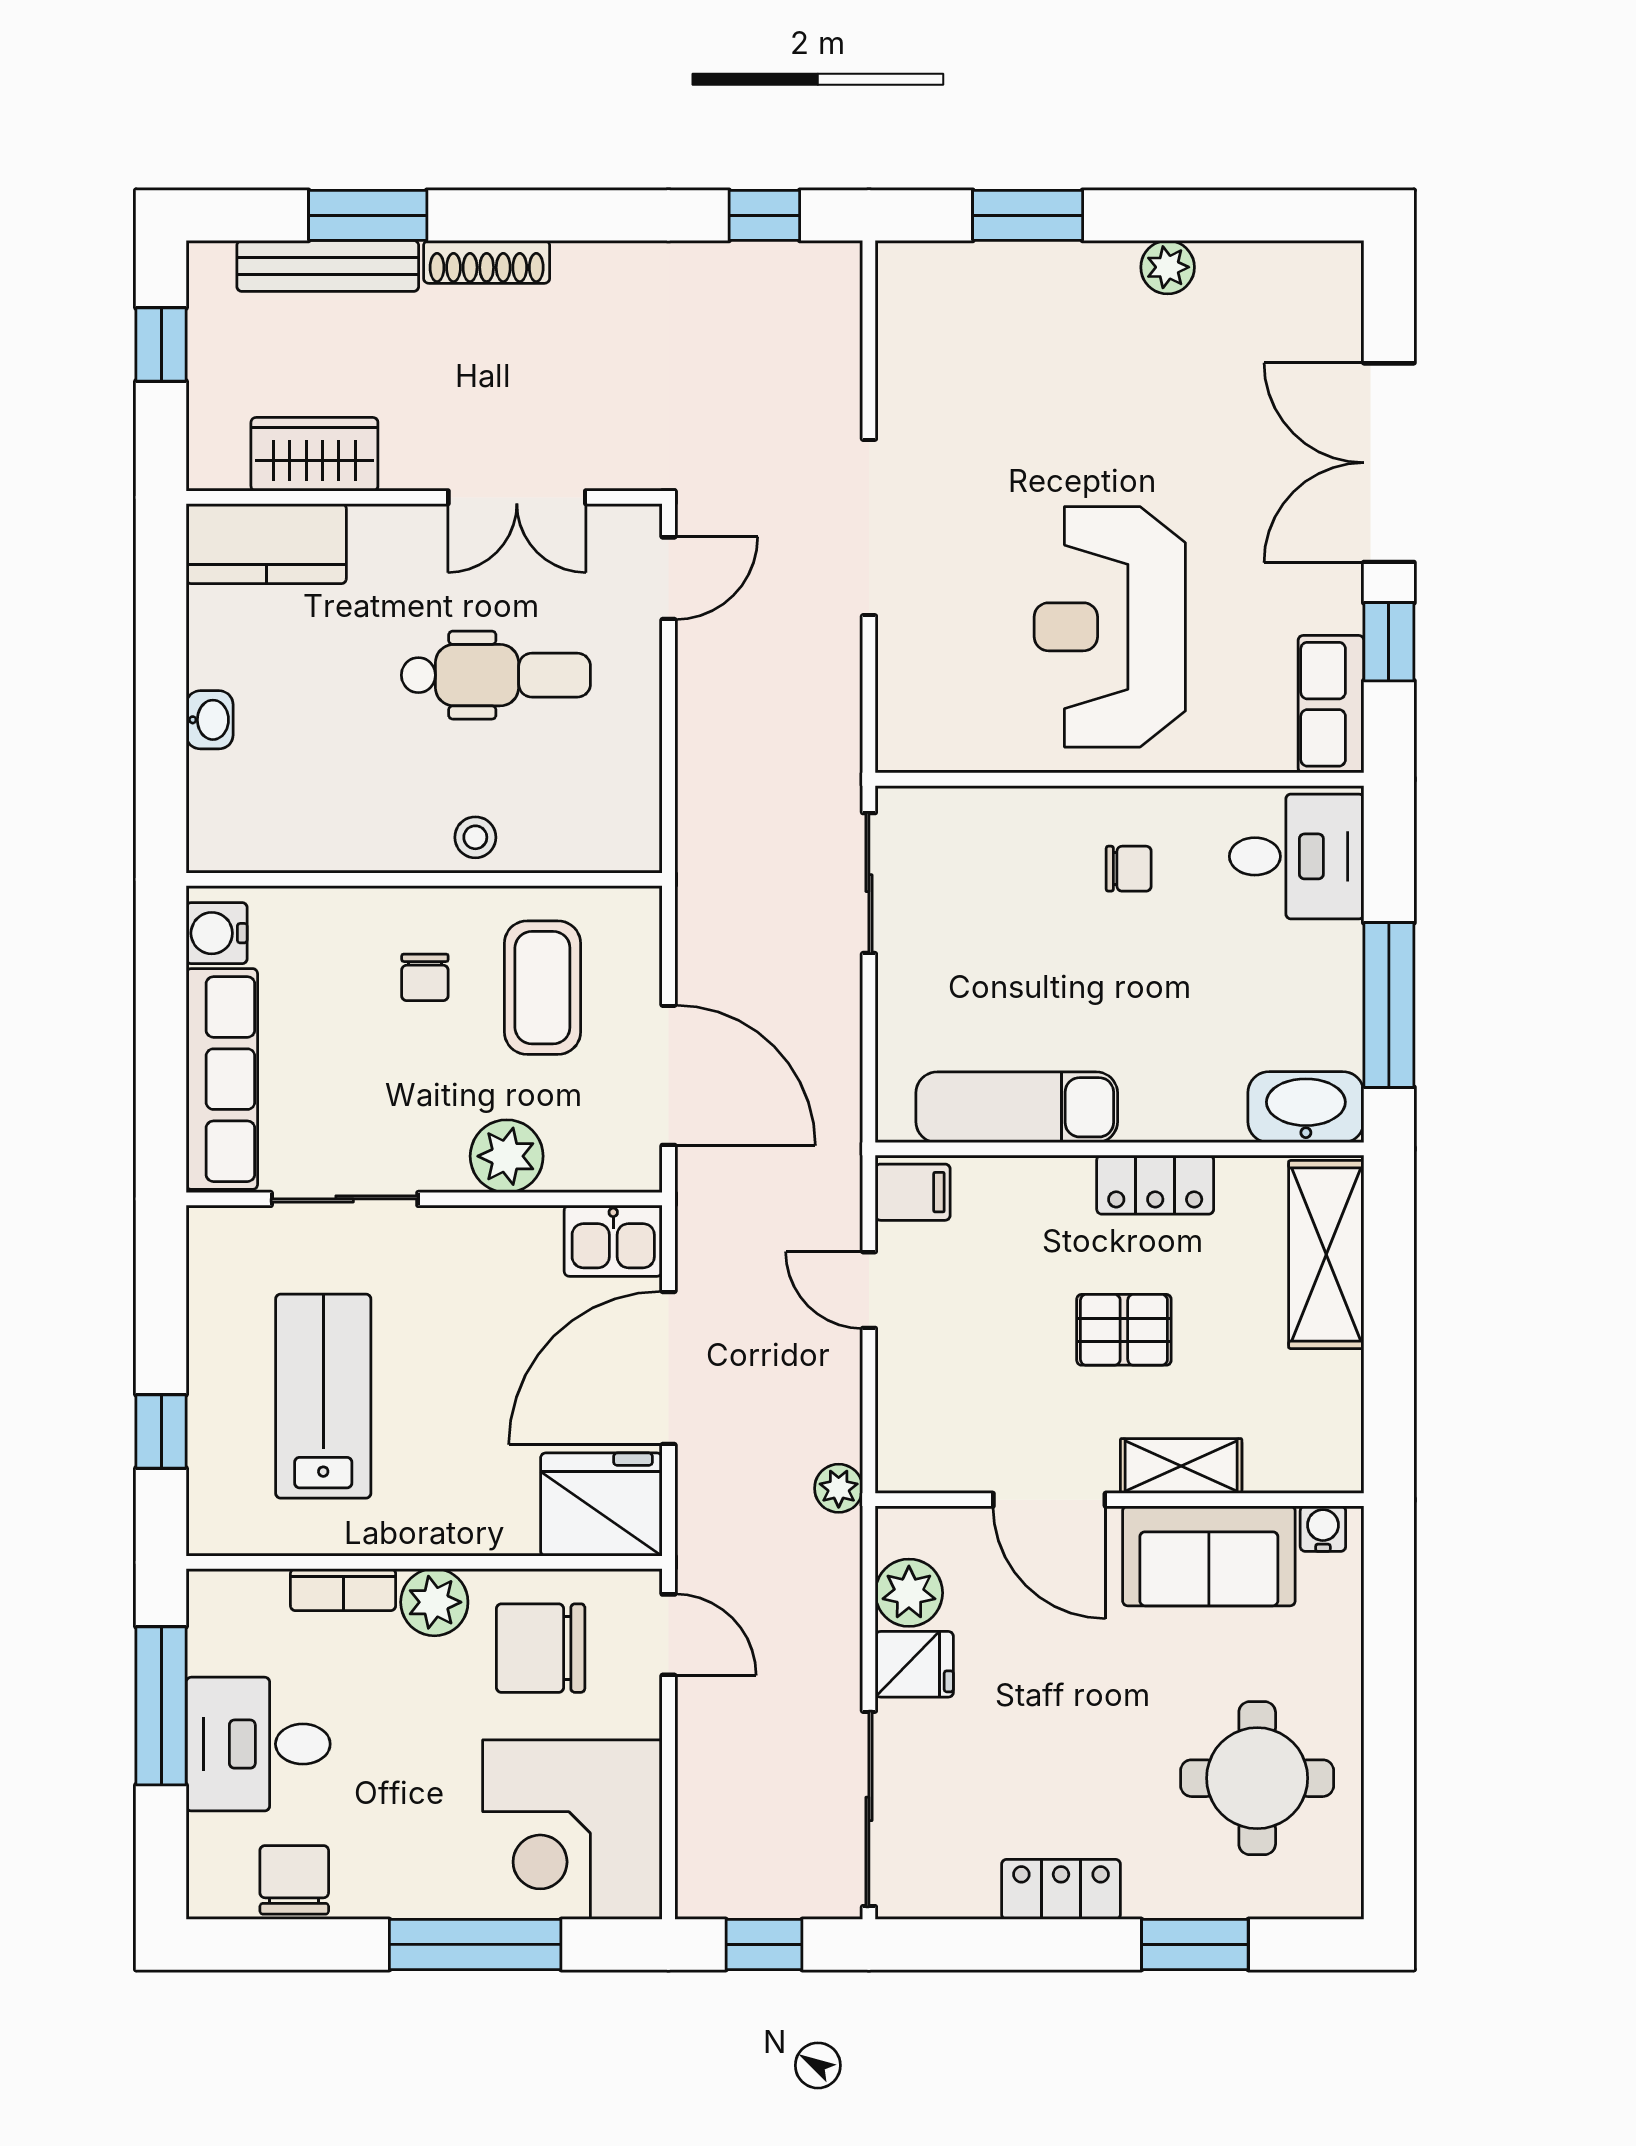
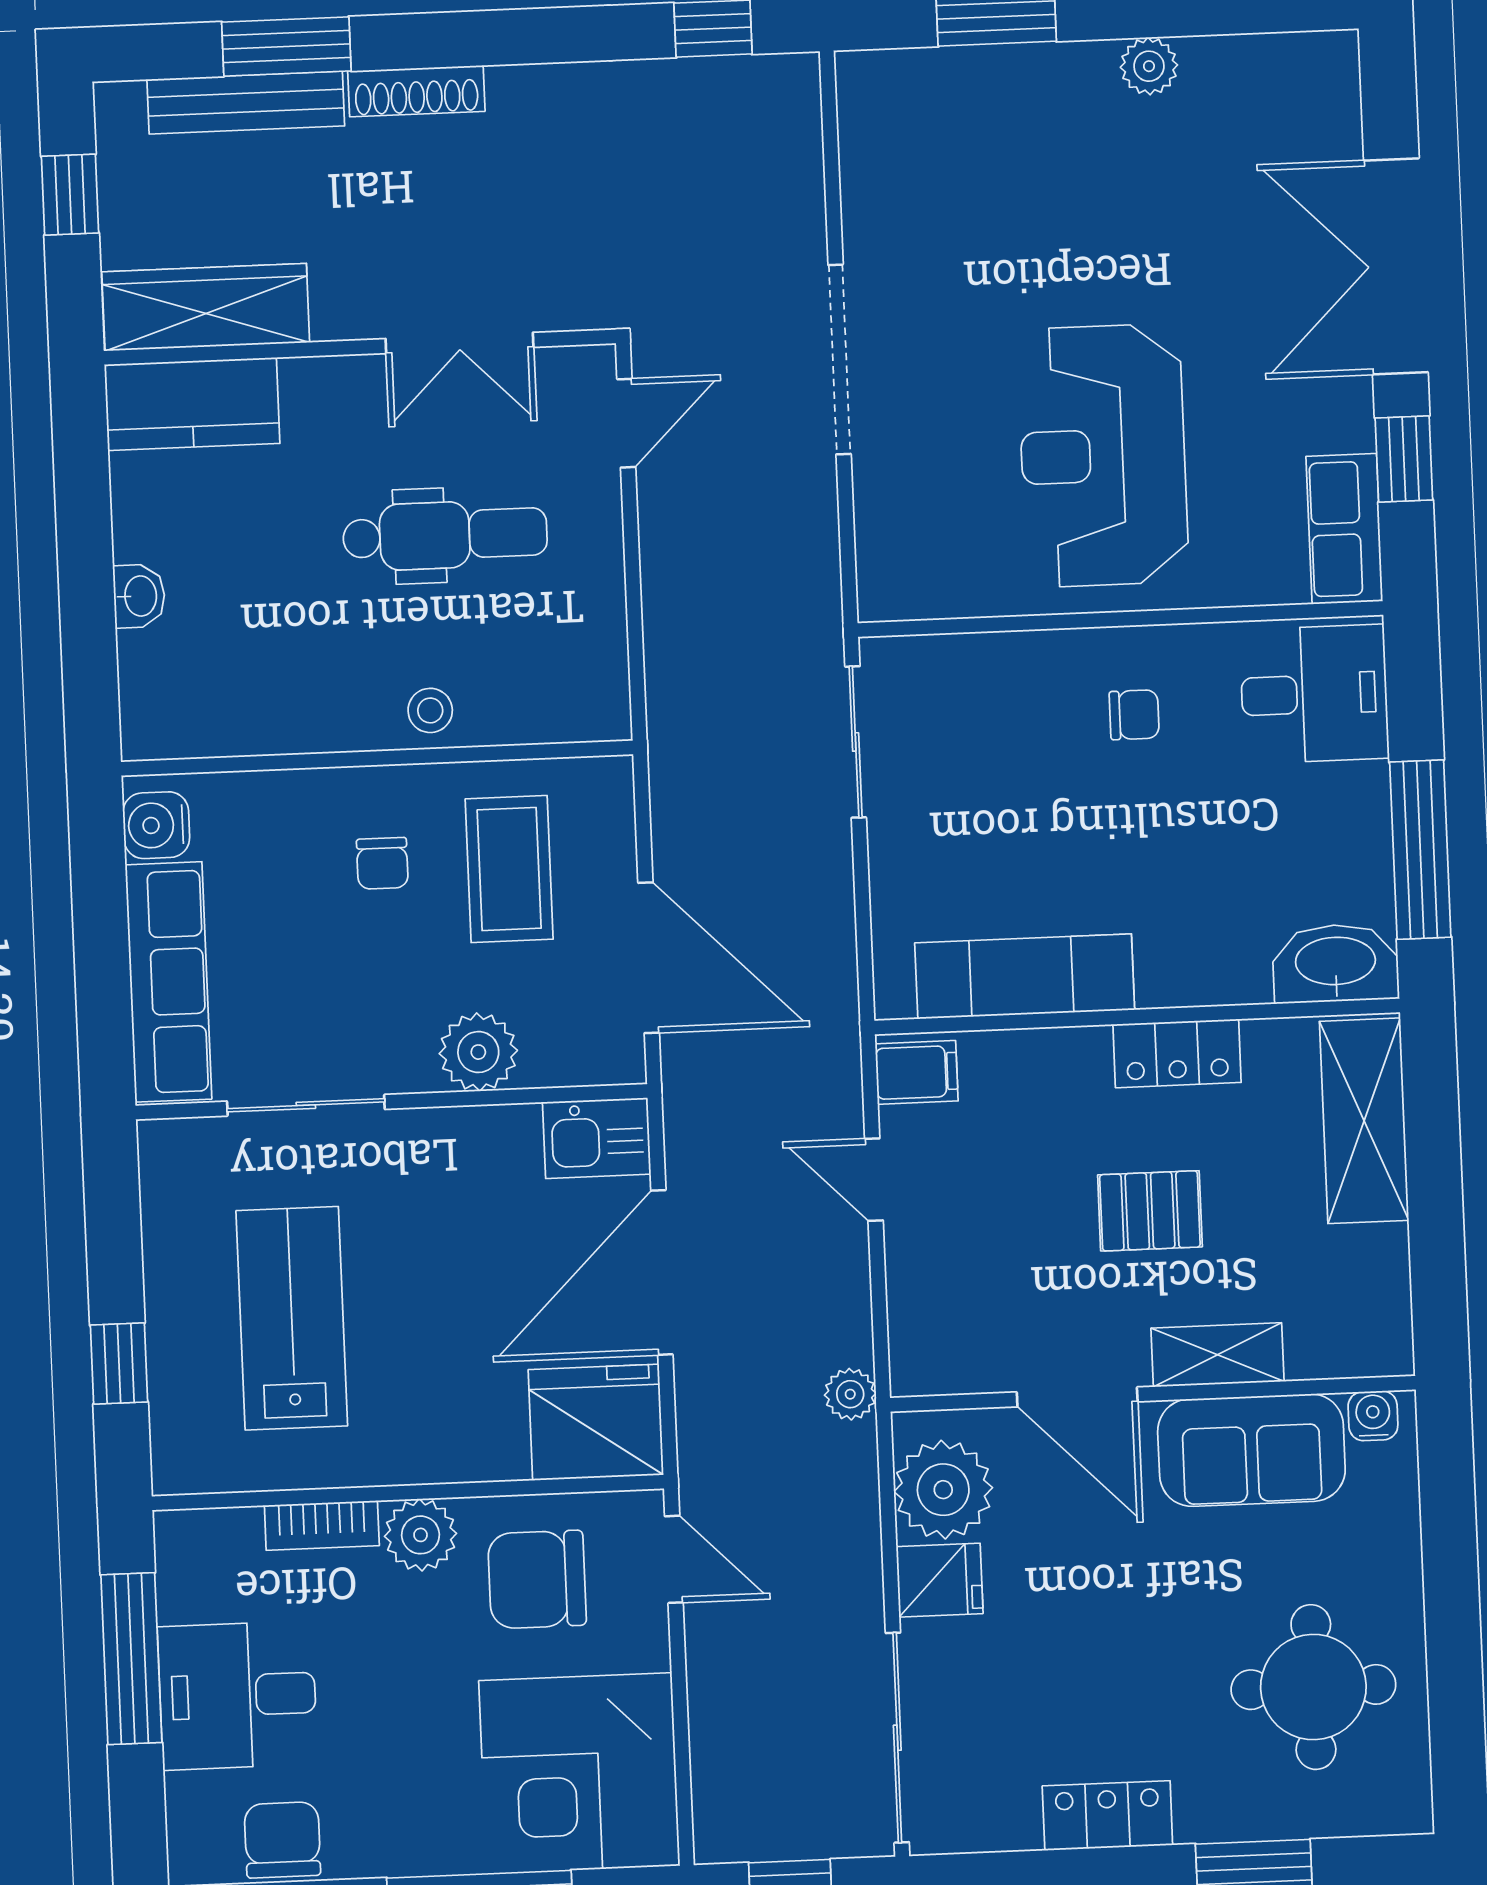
wardrobe: (314, 454) -> (206, 307), width x1.50
plant: (909, 1593) -> (943, 1490), width x1.36, depth x1.36

